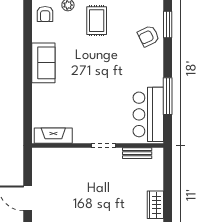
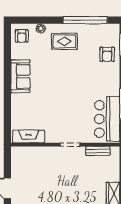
rug: (97, 21) -> (64, 41), turned 90
armchair: (148, 36) -> (107, 54), turned -64

